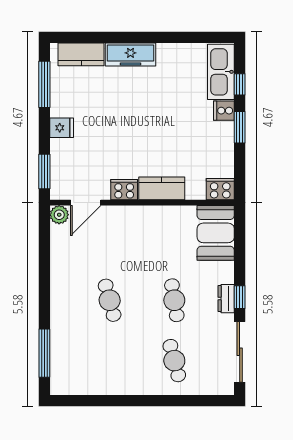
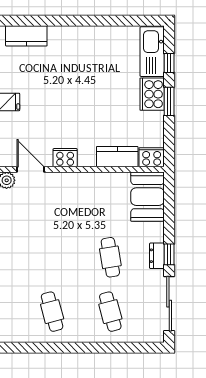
freezer: (130, 55) -> (71, 36), removed
cooker: (224, 111) -> (152, 94), width x1.87, depth x1.31
kitchen counter: (162, 188) -> (117, 157), moved
door: (86, 203) -> (31, 169), swing flipped
cafe table: (110, 300) -> (52, 312), moved

